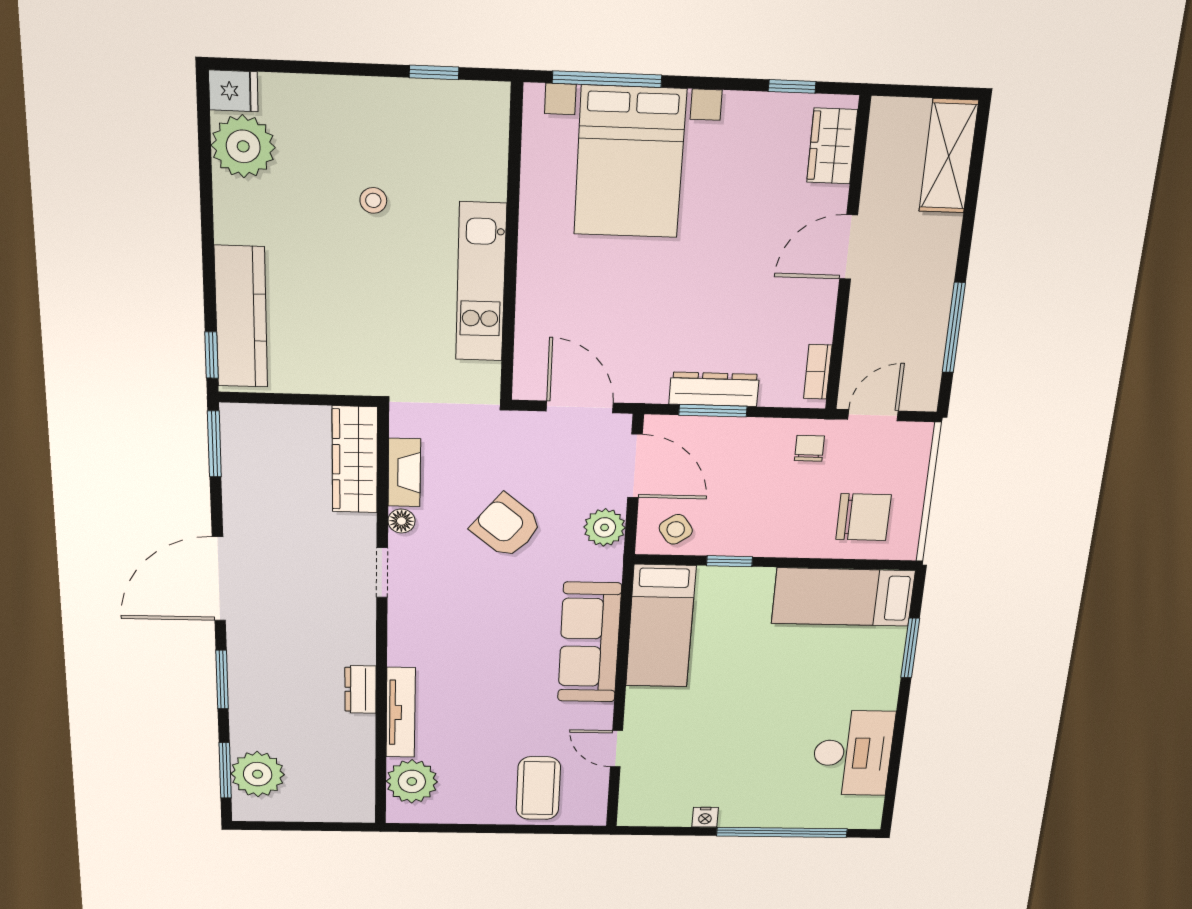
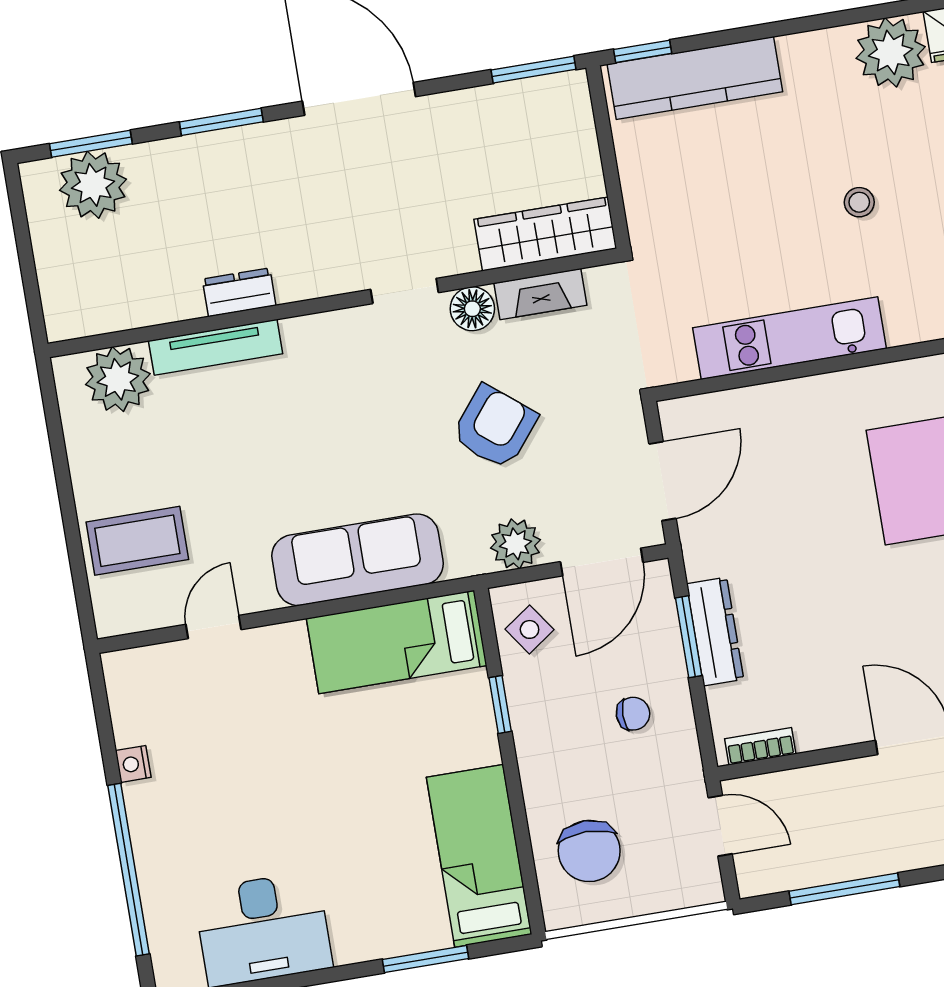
chair: (809, 448) -> (633, 714), moved
floor lamp: (401, 521) -> (472, 309), width x1.37, depth x1.37

